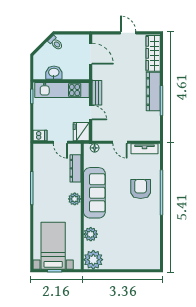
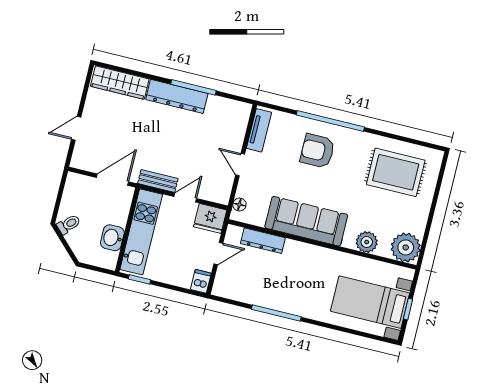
door: (128, 33) -> (76, 128), moved
door: (91, 54) -> (113, 180), moved
door: (120, 142) -> (240, 165), swing flipped
plant: (75, 199) -> (308, 253), removed
rug: (139, 242) -> (396, 172), added

